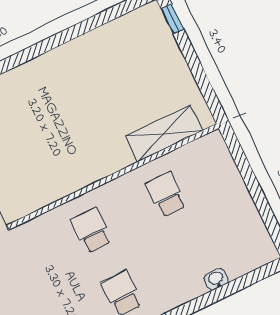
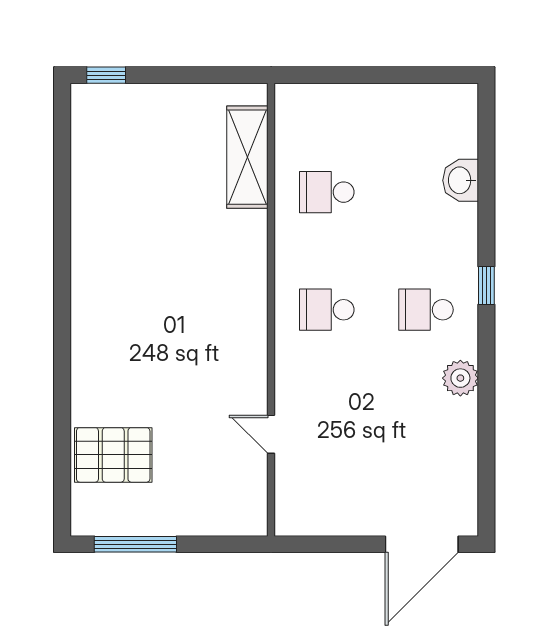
washbasin: (216, 279) -> (461, 180), width x1.38, depth x1.45

